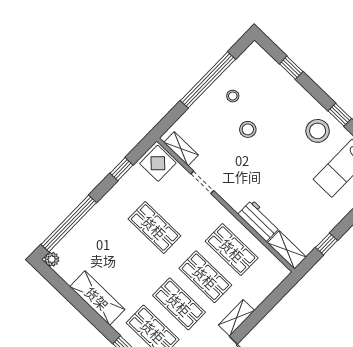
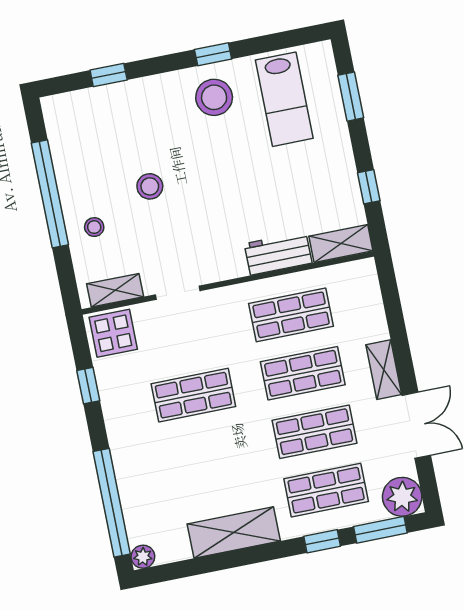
stool: (233, 96) -> (94, 227), moved

